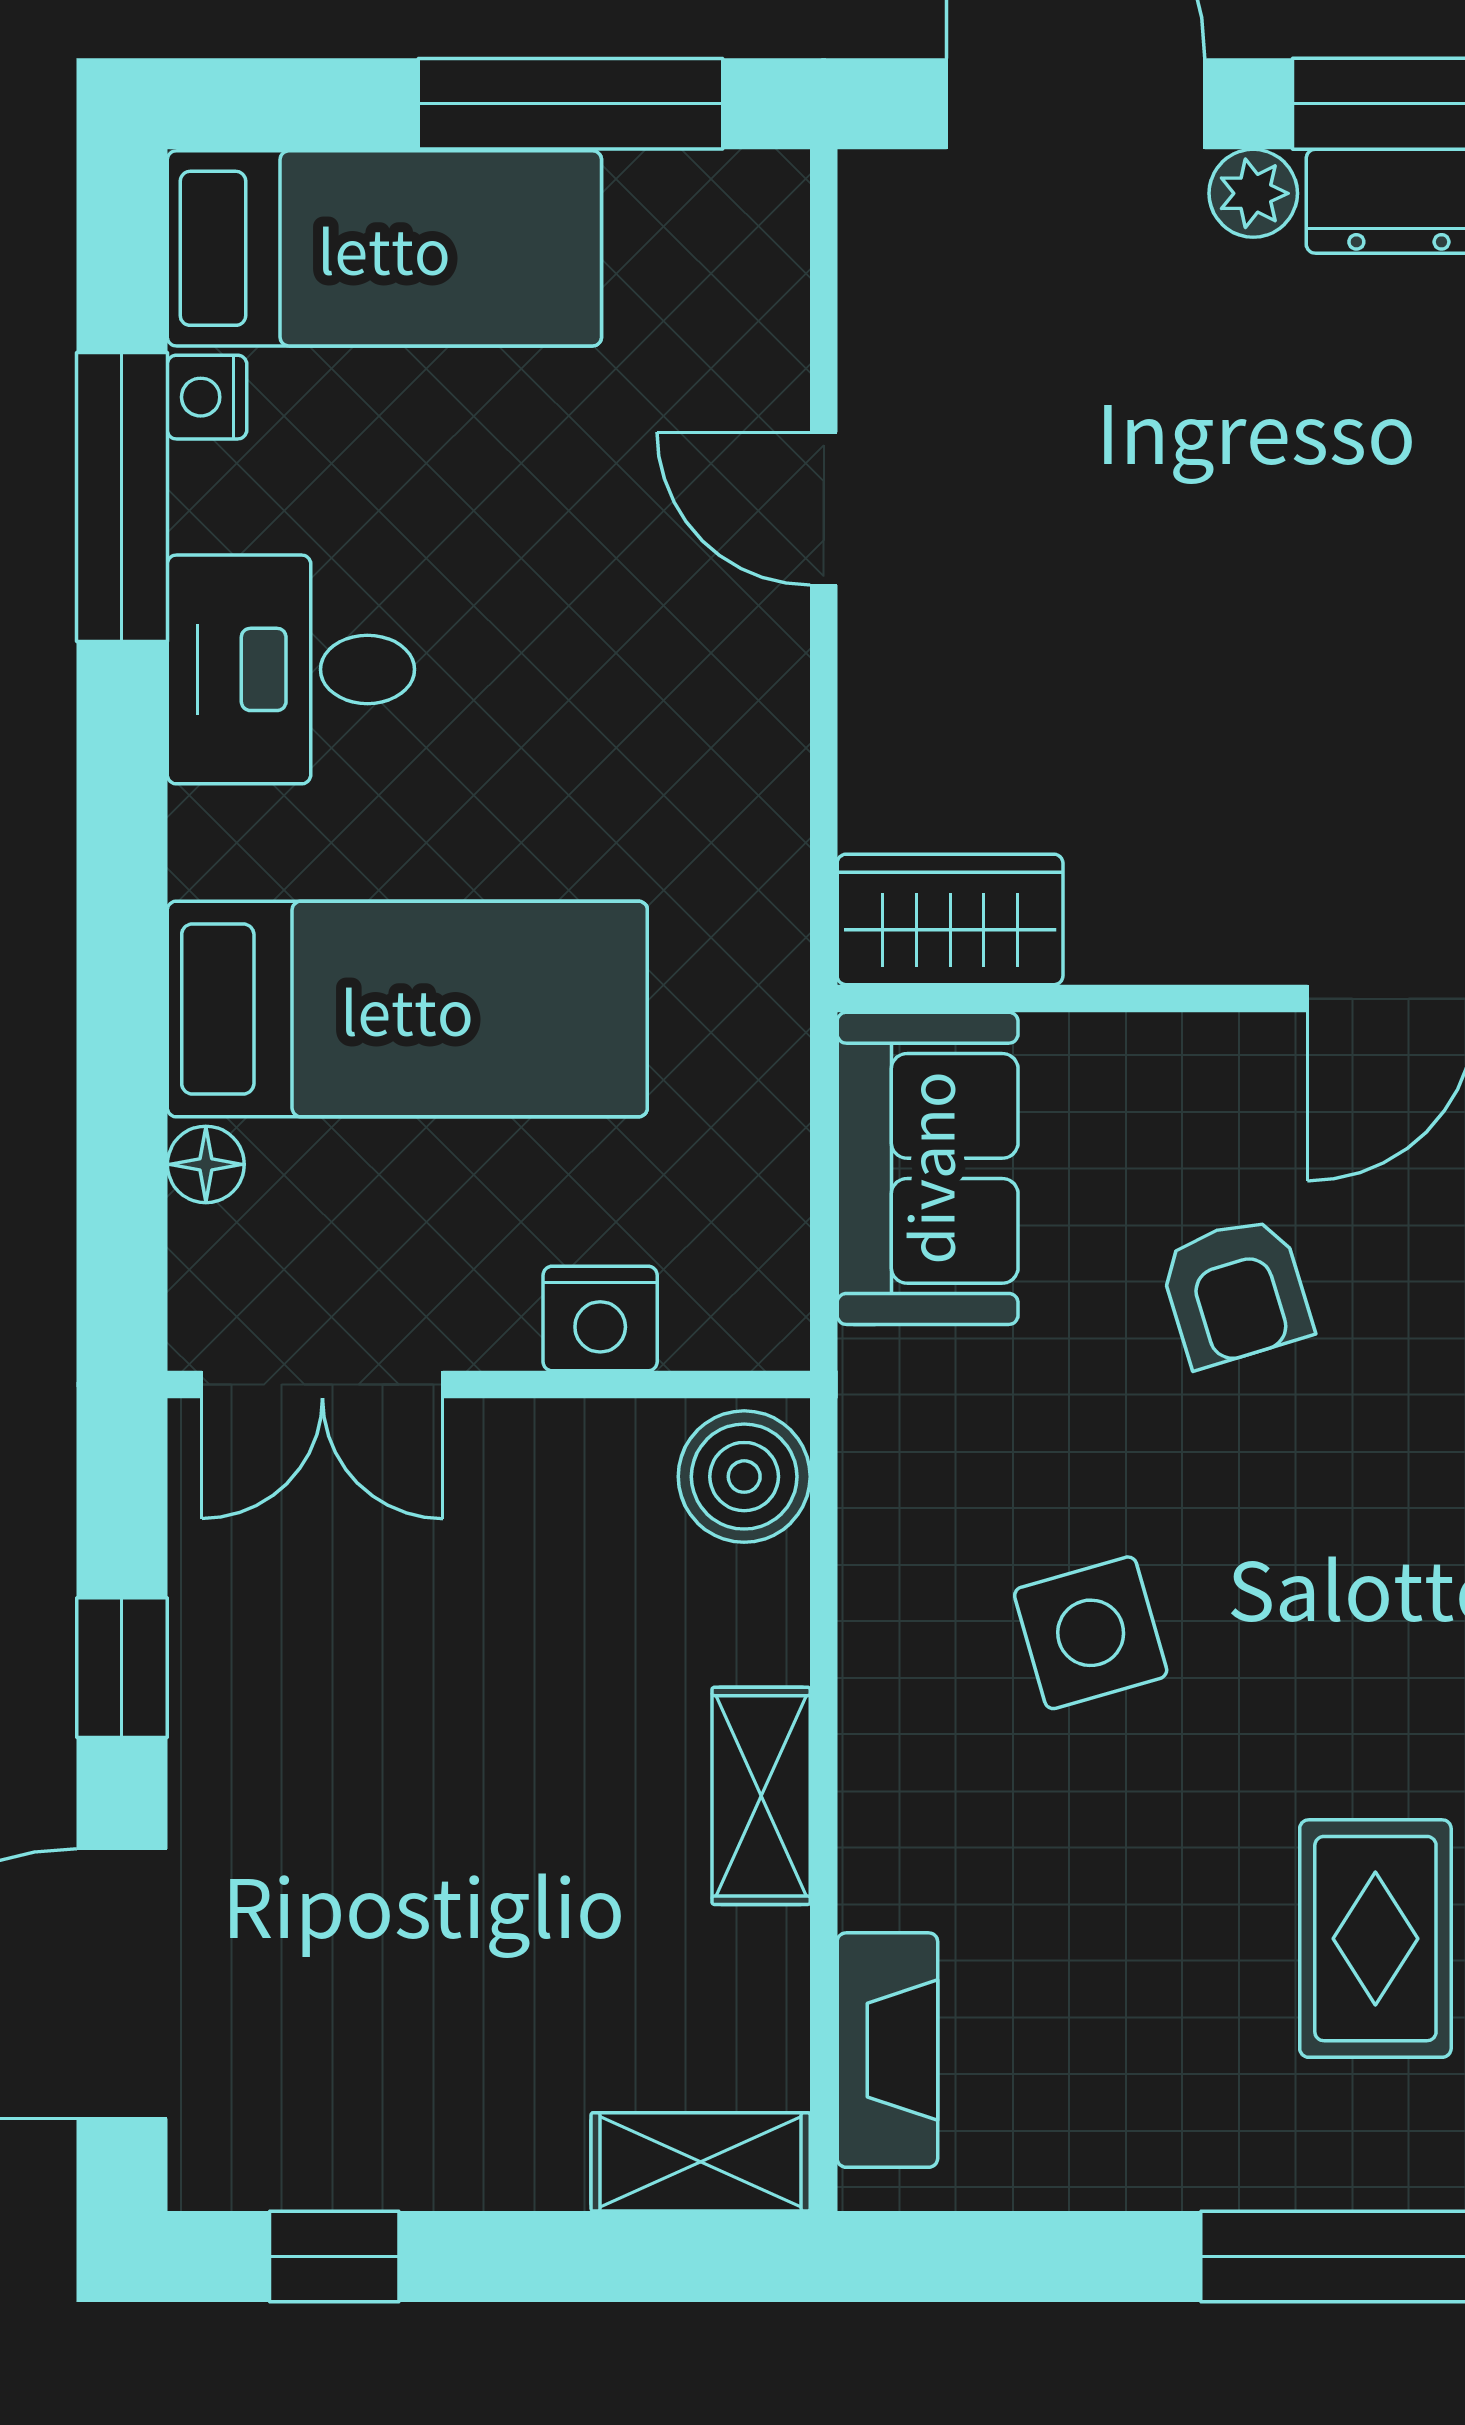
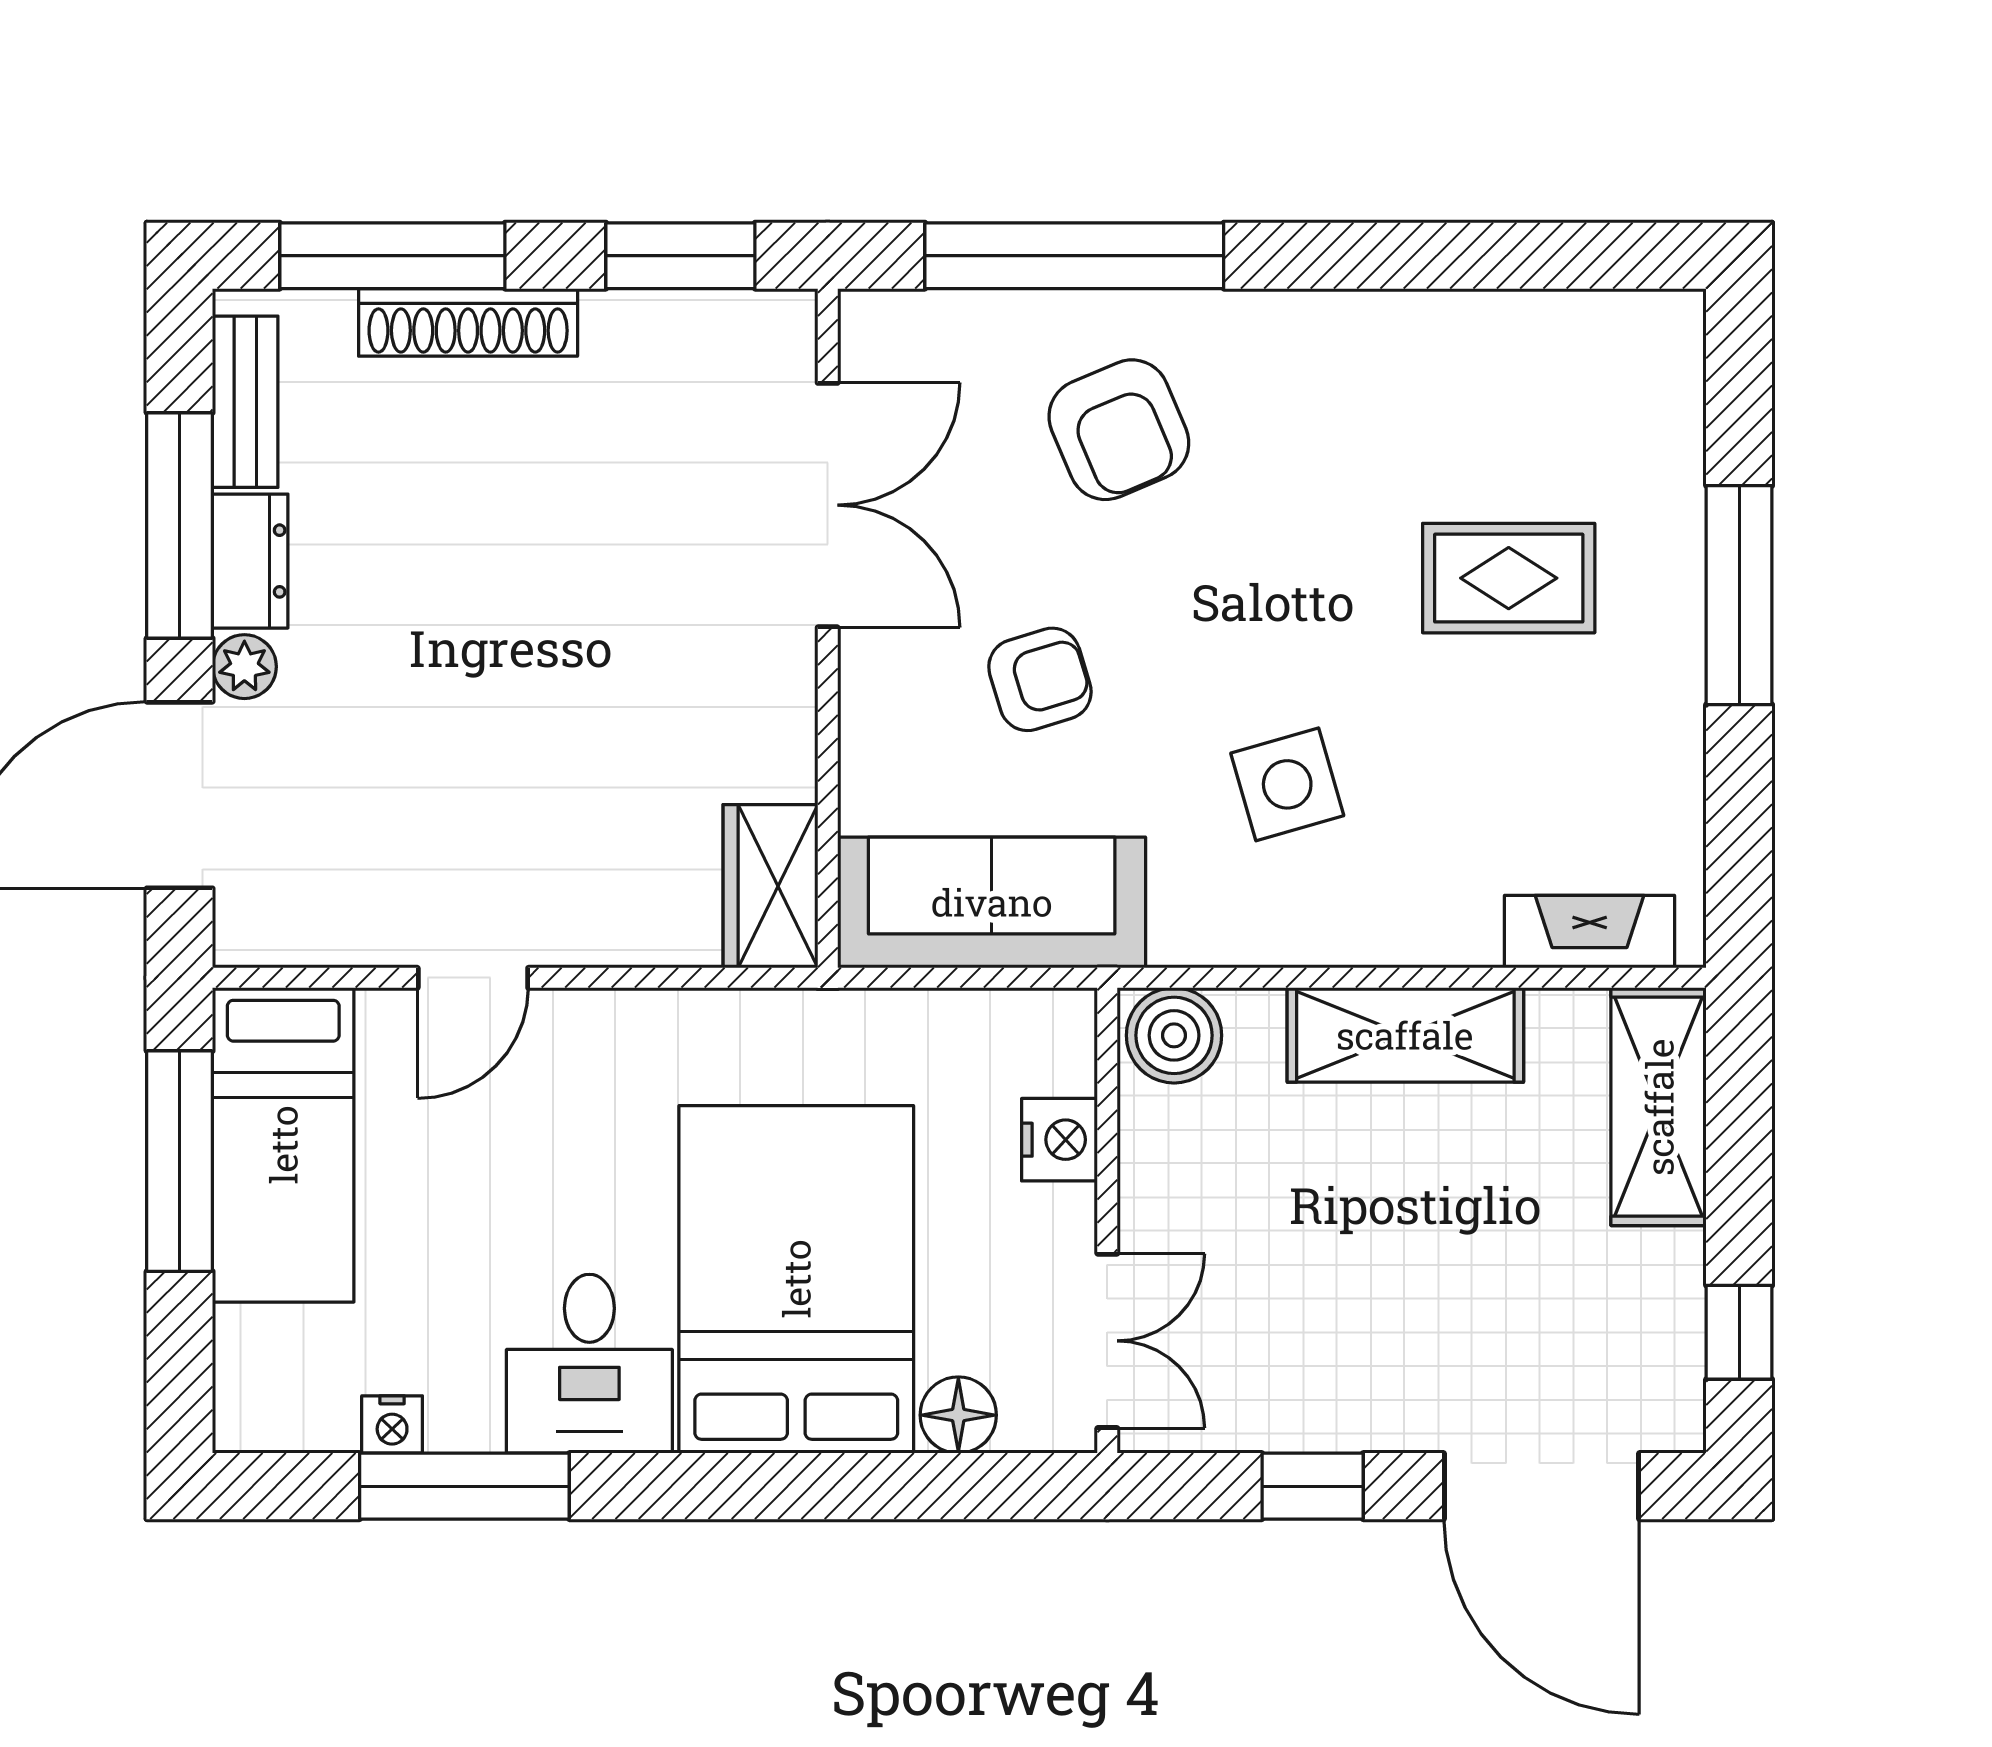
bed: (384, 248) -> (283, 1145), moved, turned 180
bed: (407, 1009) -> (796, 1279), width x1.50
floor lamp: (206, 1164) -> (958, 1415), width x1.37, depth x1.37
sofa: (928, 1168) -> (992, 902), width x1.36
shelving: (761, 1796) -> (1405, 1035), width x1.50, depth x1.33
shelving: (701, 2162) -> (1659, 1107), width x1.50, depth x1.33

